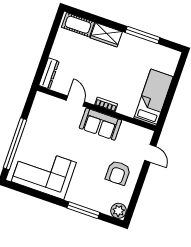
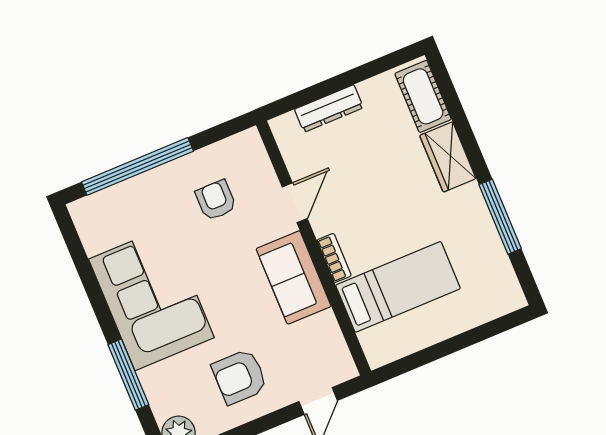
dresser: (49, 73) -> (329, 108), moved
bed: (153, 98) -> (398, 287), moved
armchair: (50, 127) -> (216, 200), added
corner sofa: (44, 172) -> (151, 298), moved

